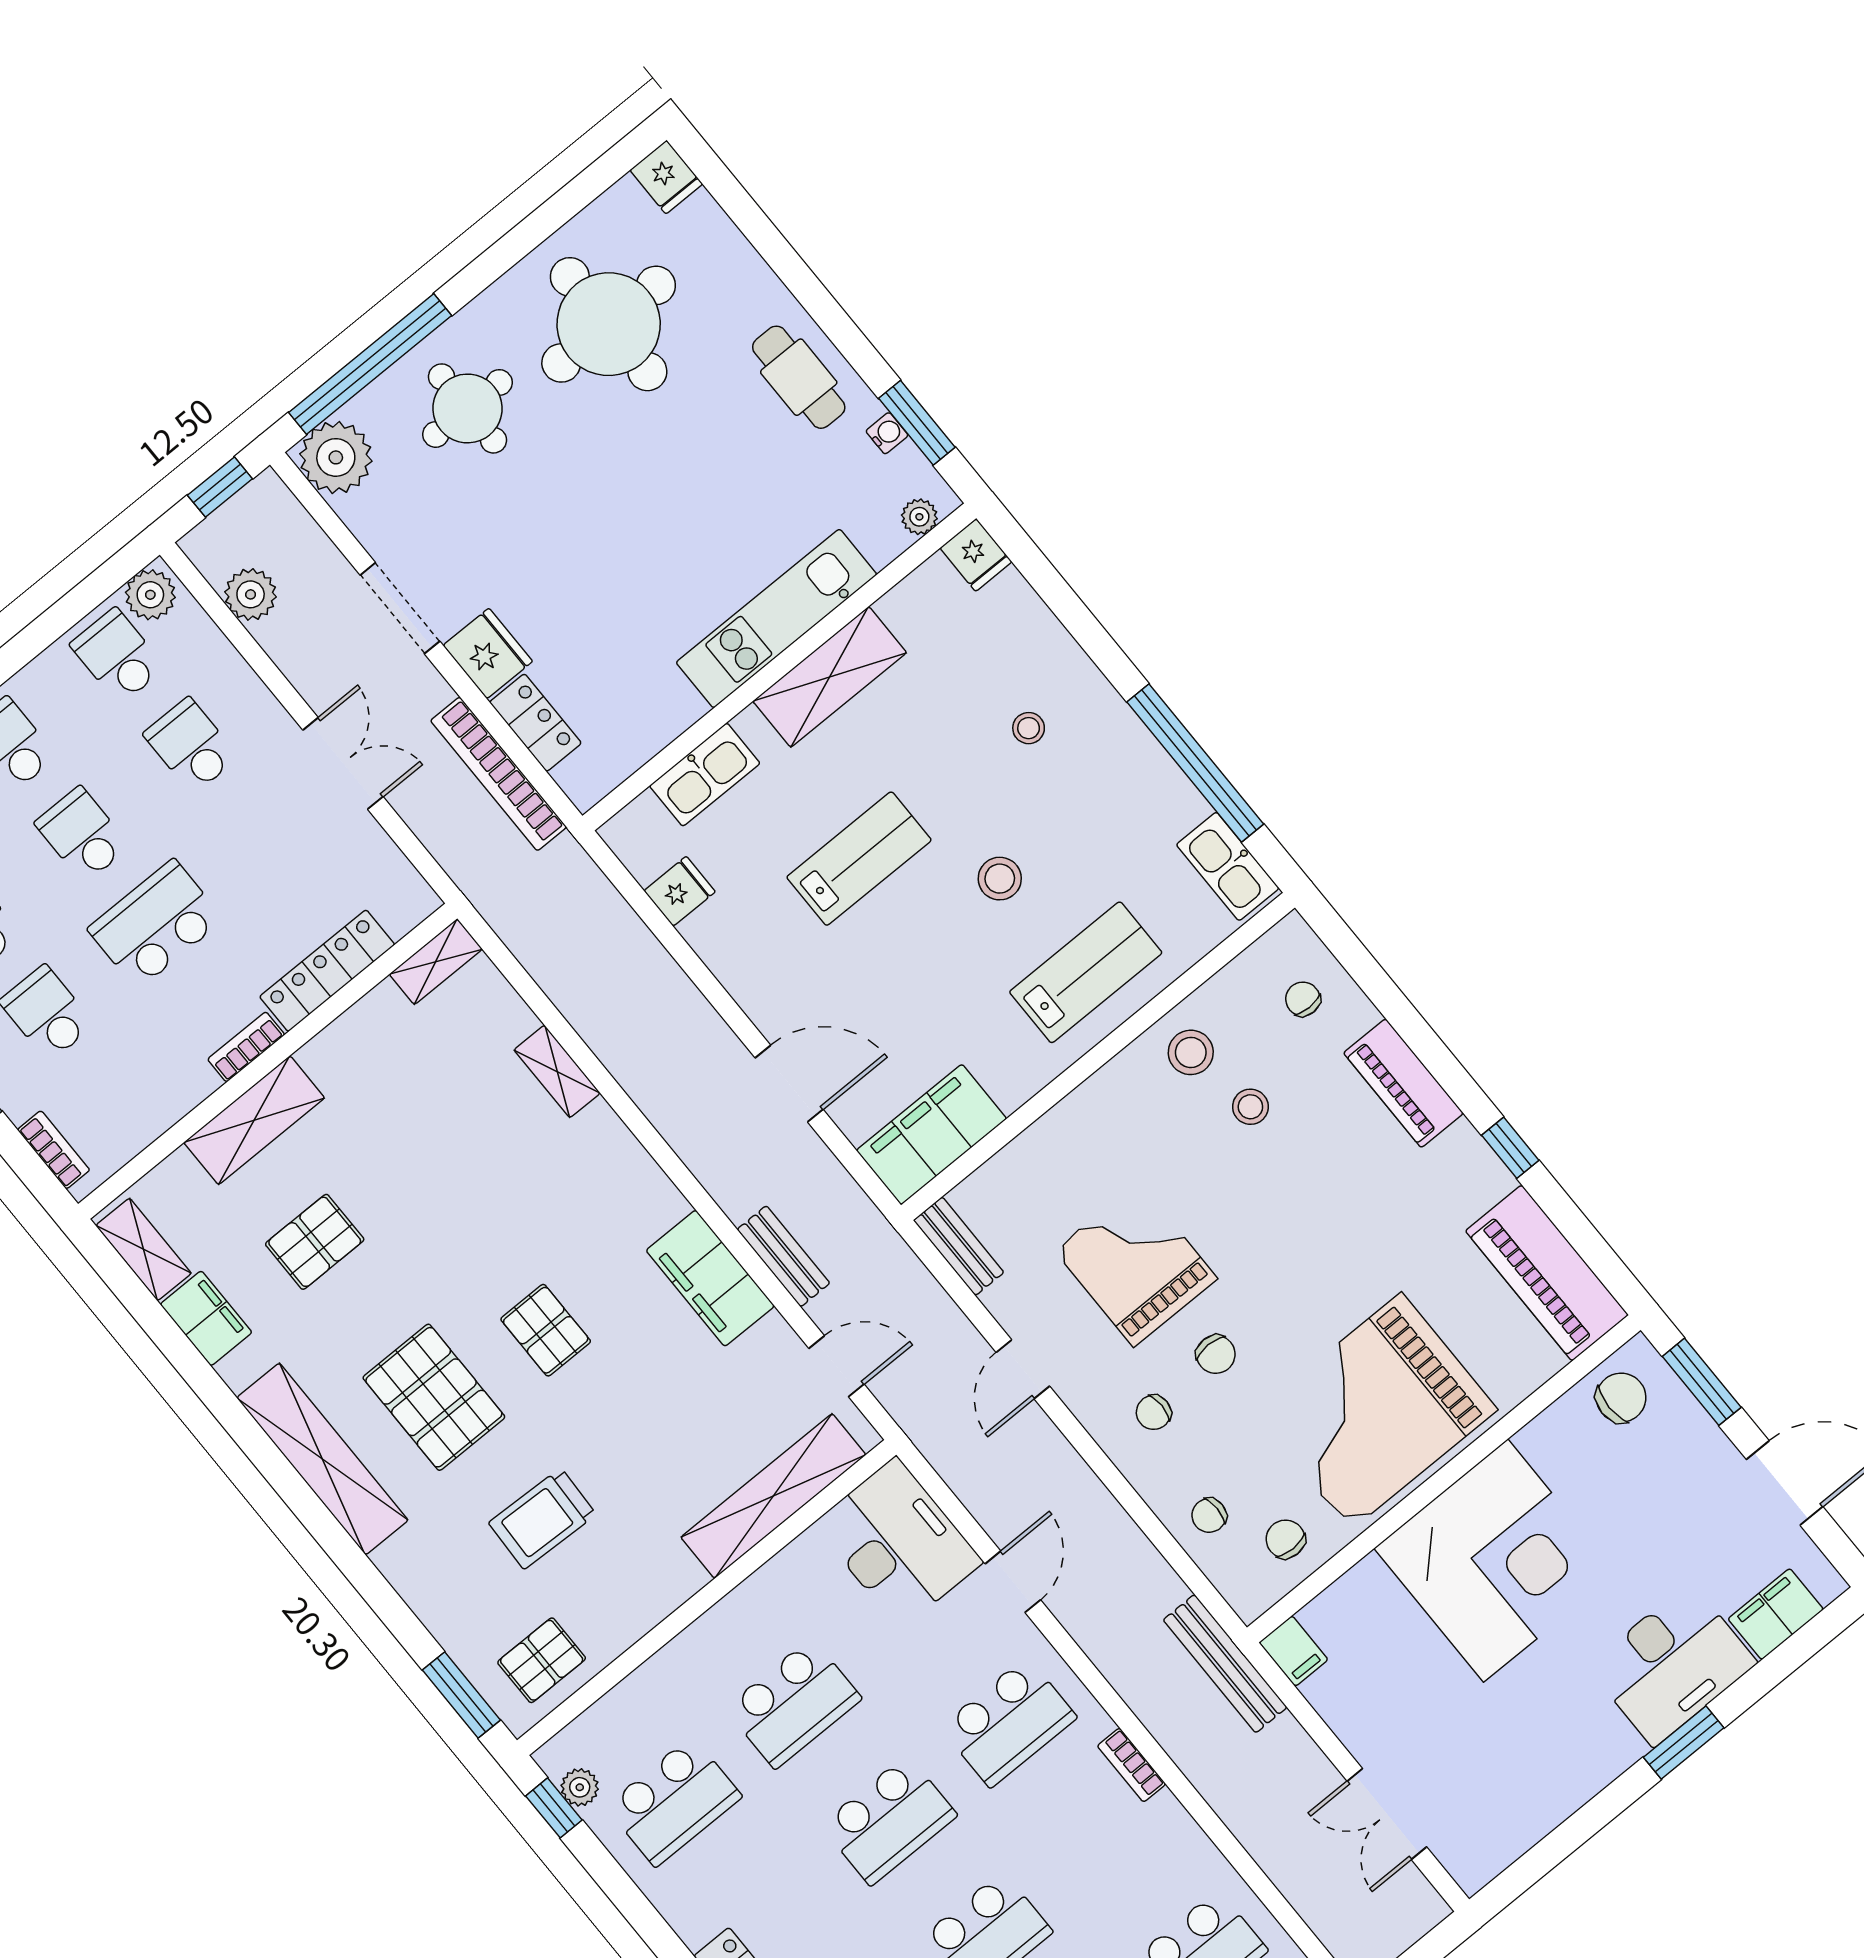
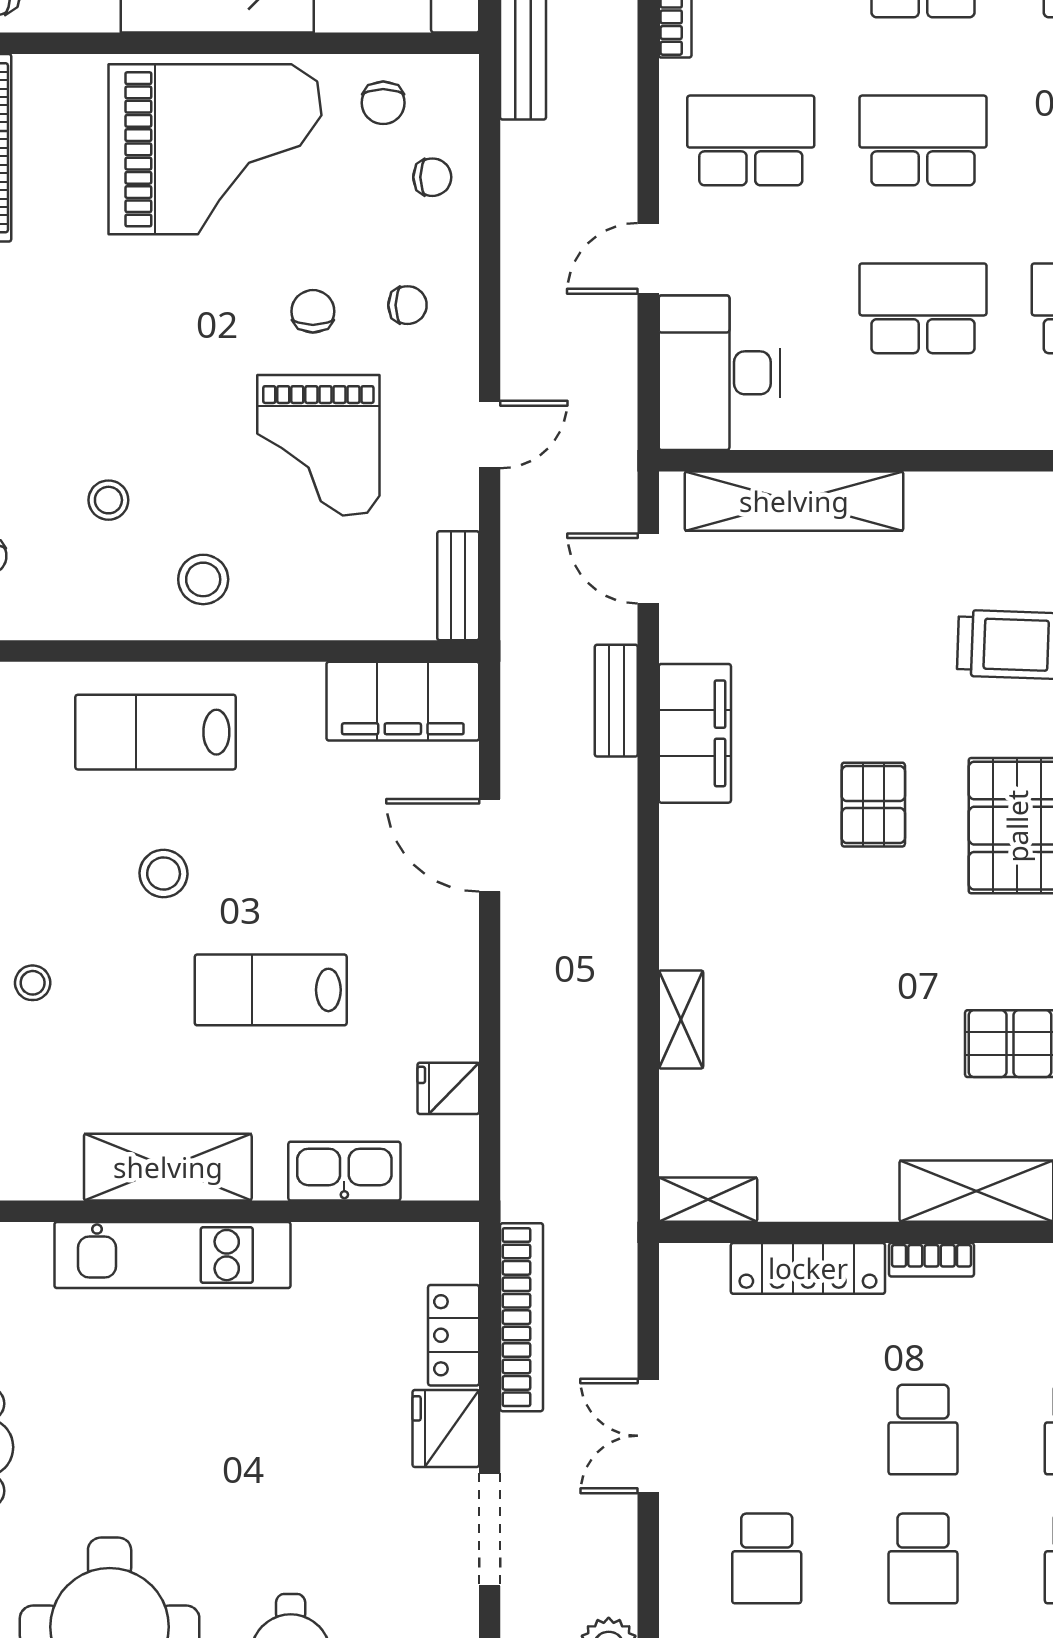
school desk: (156, 924) -> (923, 1429), width x0.54
stool: (1191, 1052) -> (203, 579), moved

